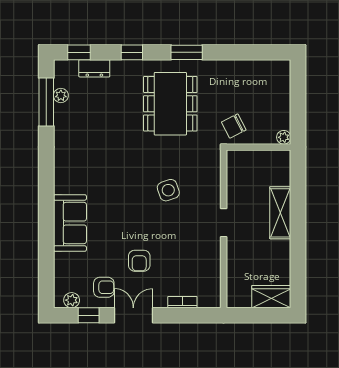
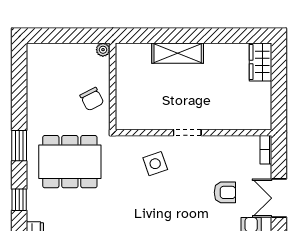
doorway: (224, 223) -> (187, 133), moved
wall: (224, 229) -> (193, 133), moved

